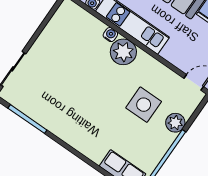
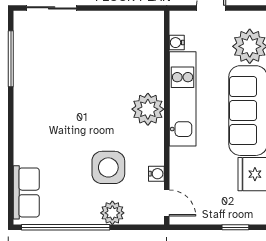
water cooler: (110, 35) -> (156, 174), moved

